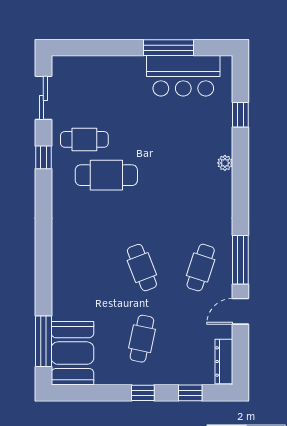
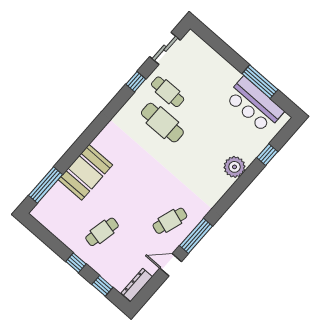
plant: (225, 163) -> (234, 167), width x1.87, depth x1.87
cafe table: (142, 268) -> (137, 192), removed
booth: (72, 353) -> (85, 172), moved

